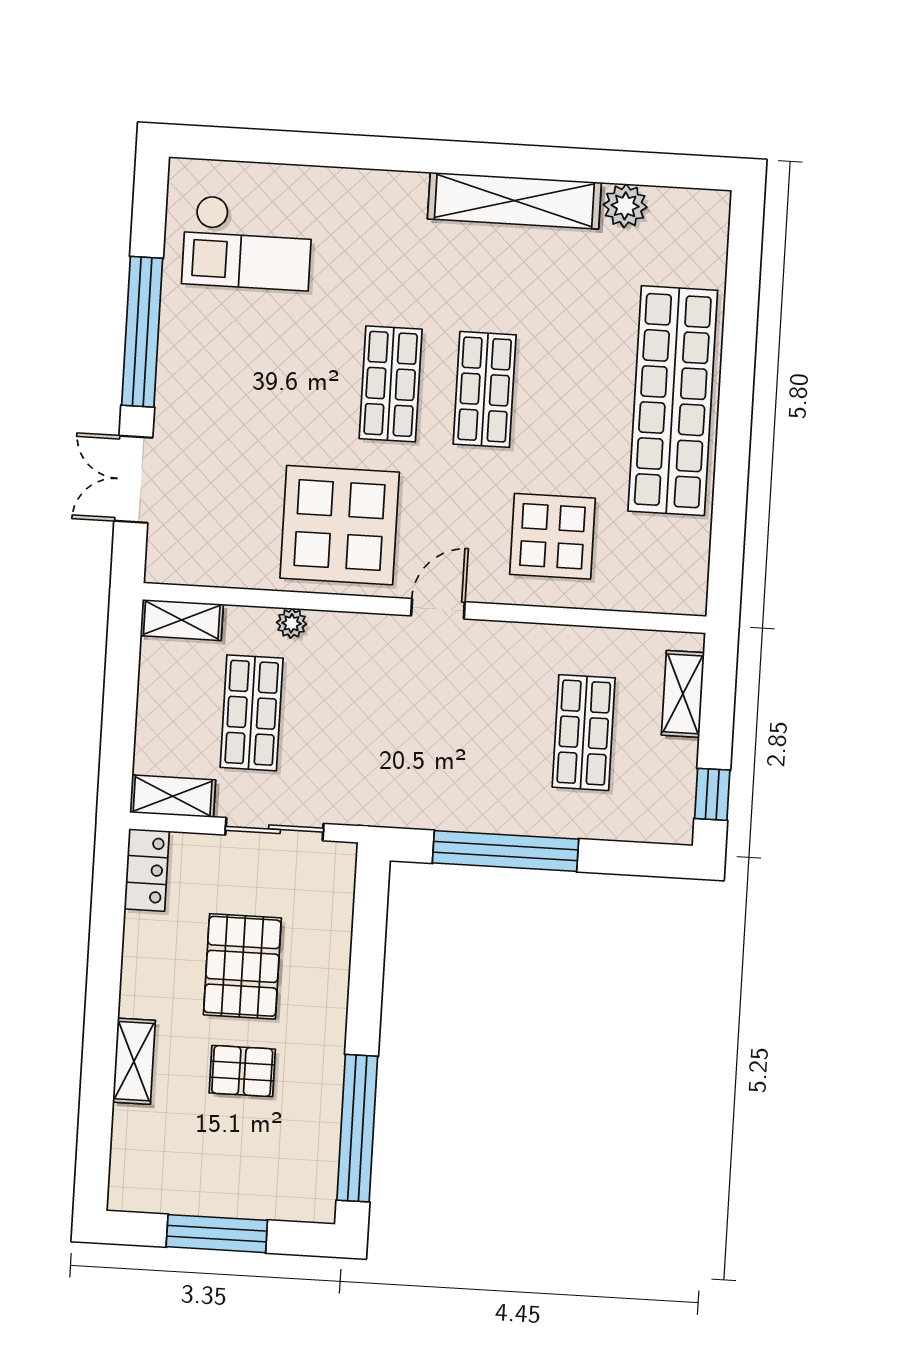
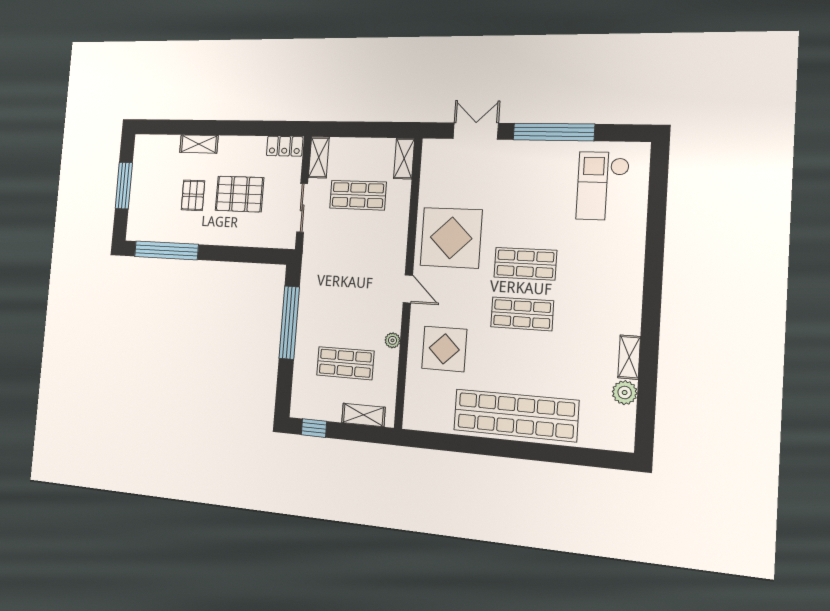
shelving: (514, 201) -> (629, 357), width x0.45, depth x0.75
plant: (292, 623) -> (392, 340), moved

